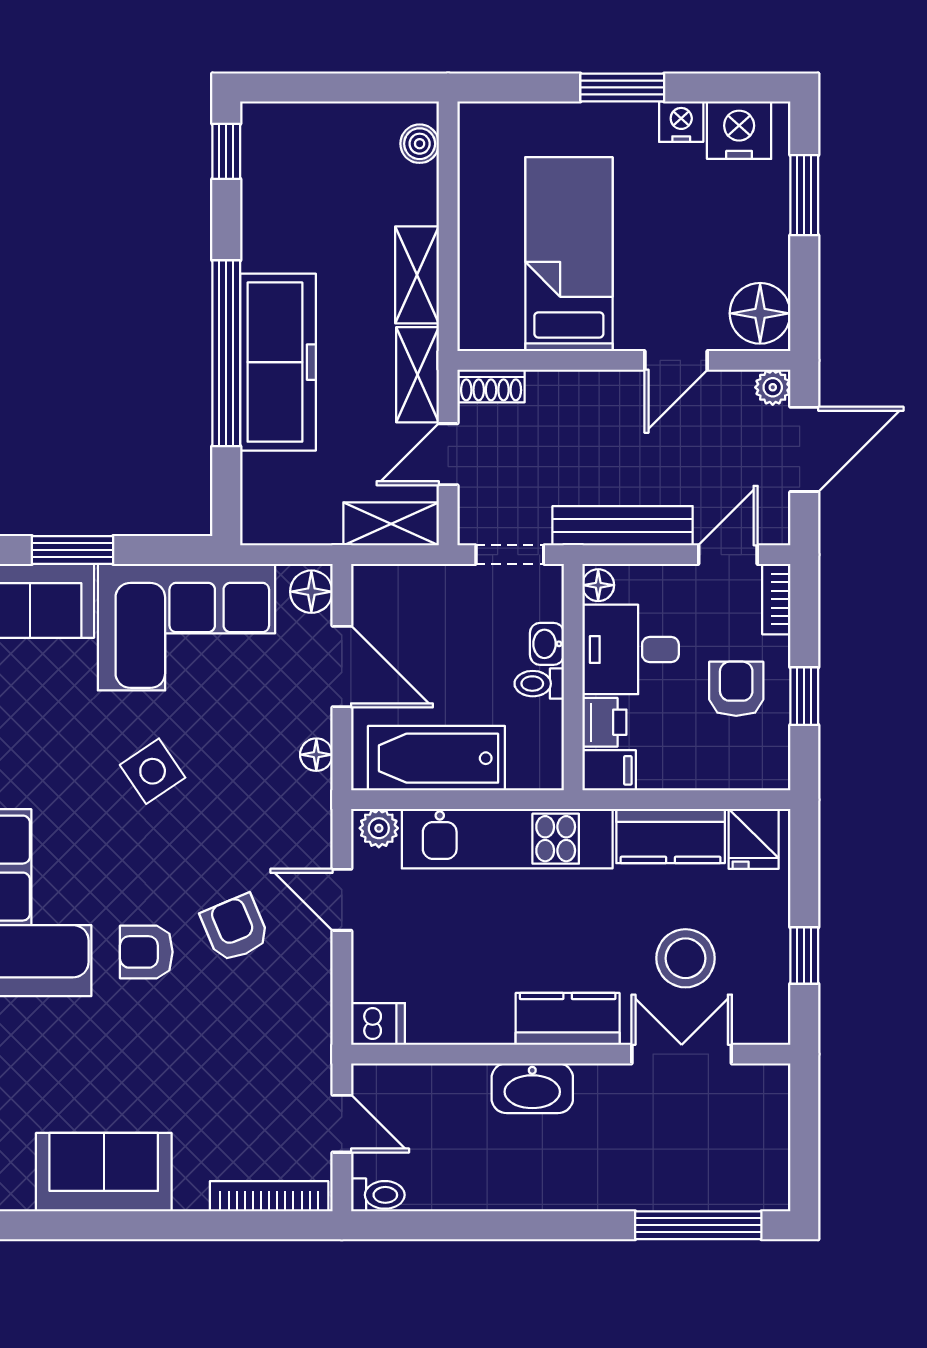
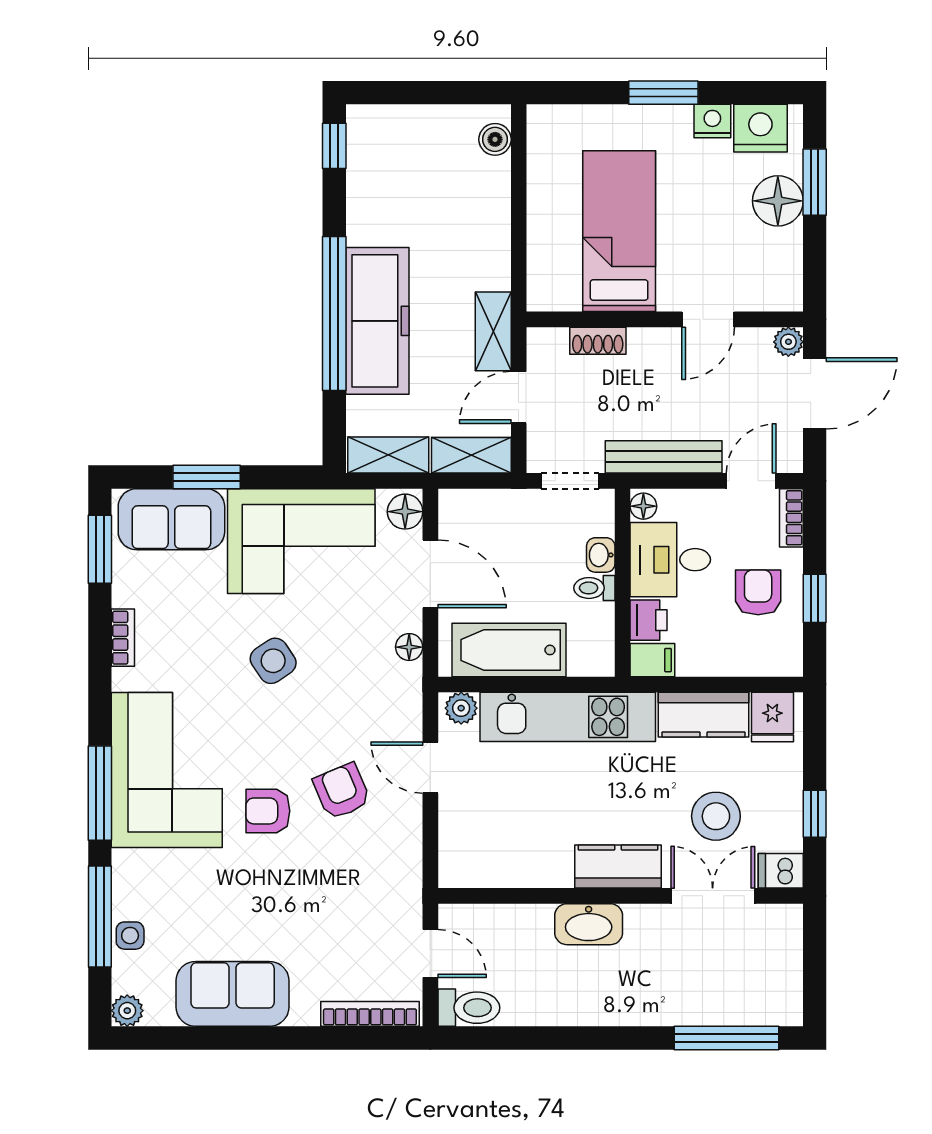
shelving: (417, 275) -> (388, 455), moved, turned 90
floor lamp: (760, 313) -> (778, 201), moved
shoe rack: (491, 386) -> (598, 341), moved
dishwasher: (378, 1024) -> (781, 871), moved, turned 180
toilet: (378, 1195) -> (469, 1008), width x1.37, depth x1.39

